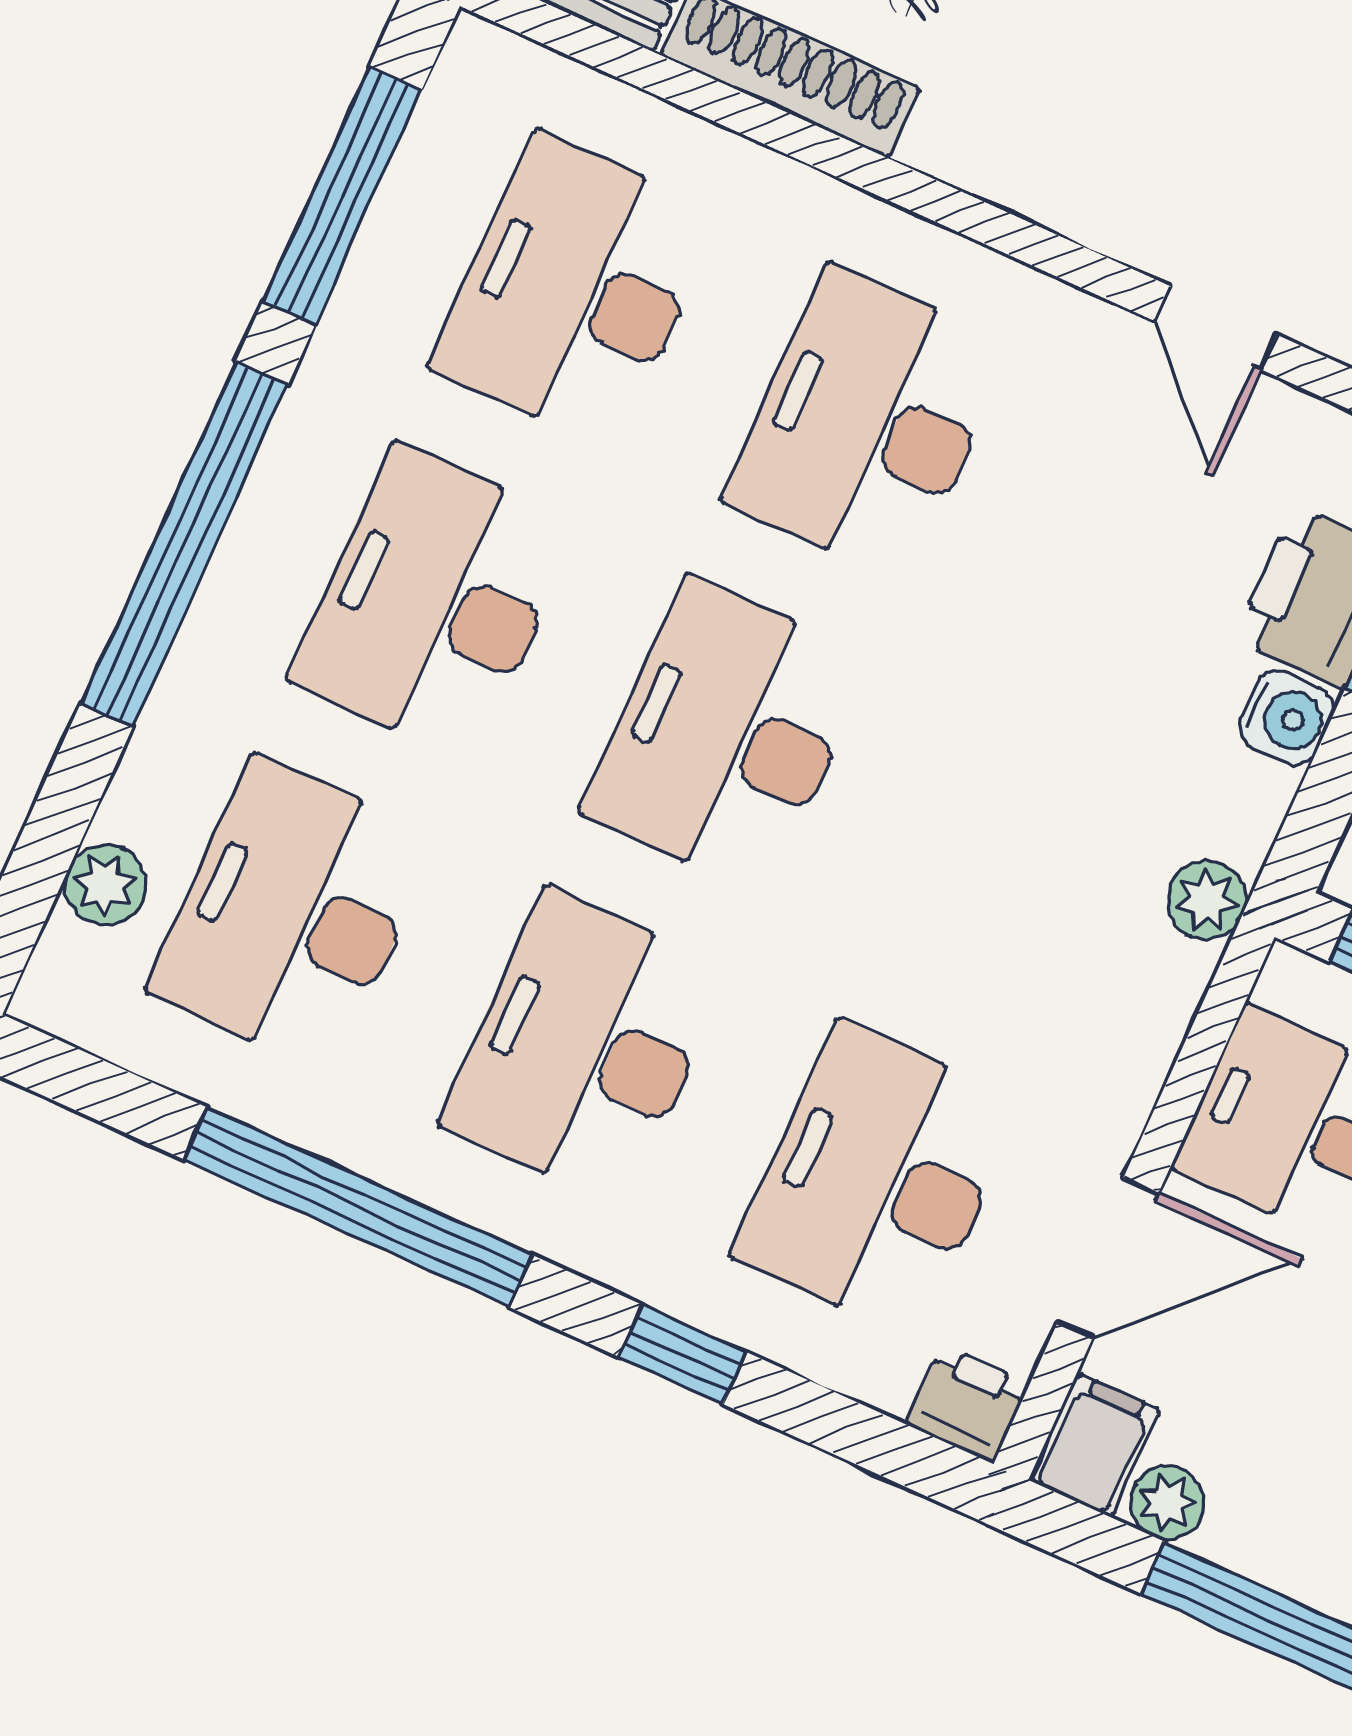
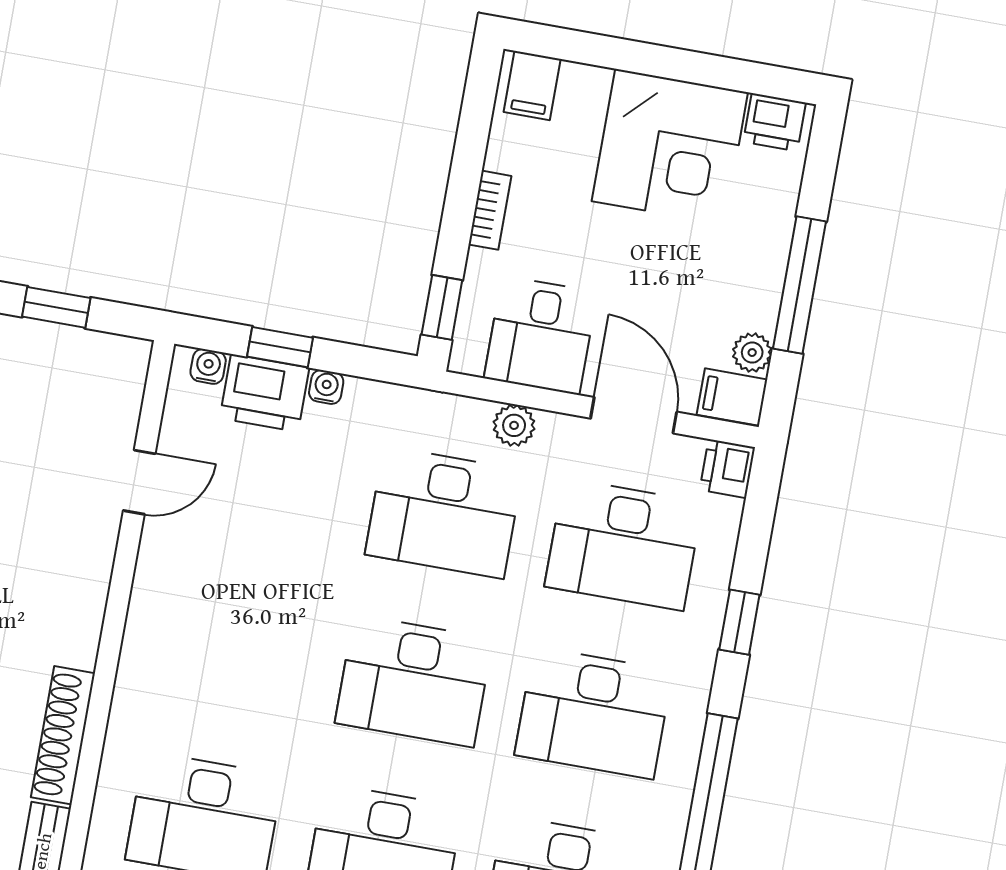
desk: (868, 423) -> (444, 512), moved
water cooler: (1287, 718) -> (326, 387), width x0.72, depth x0.72
plant: (1206, 900) -> (514, 425), moved

